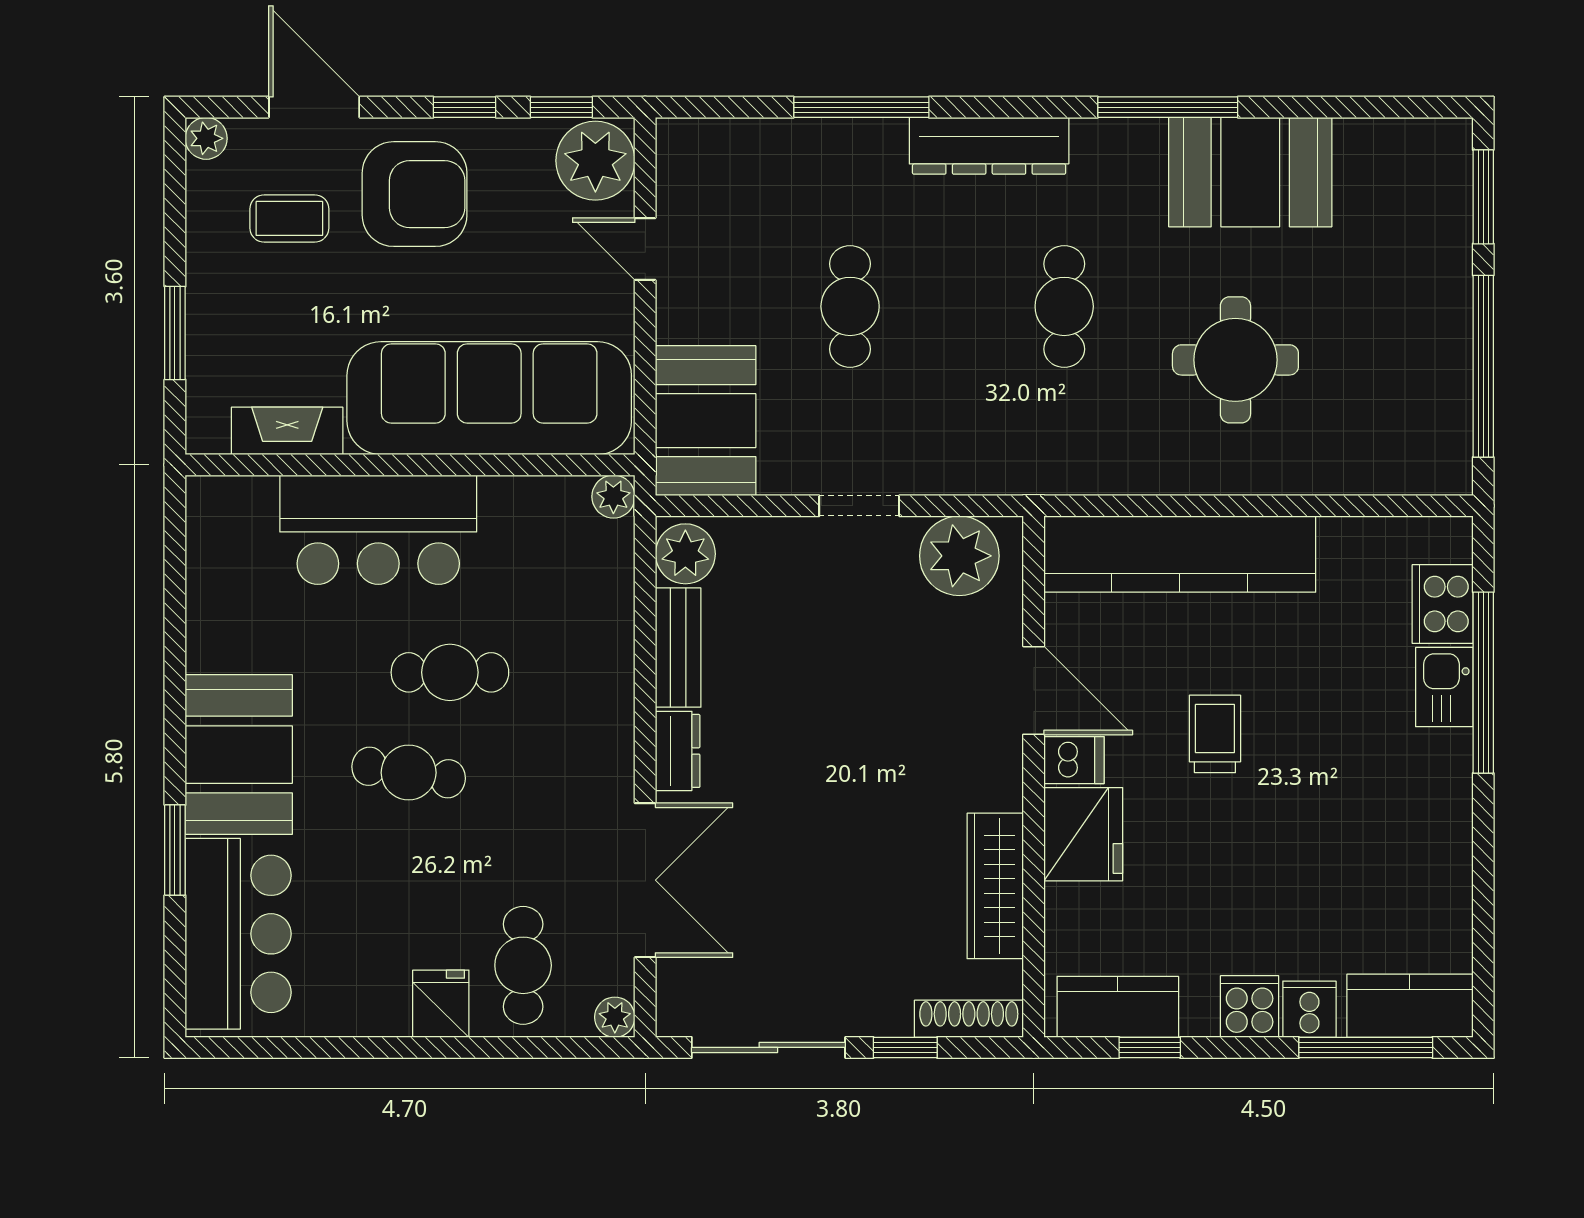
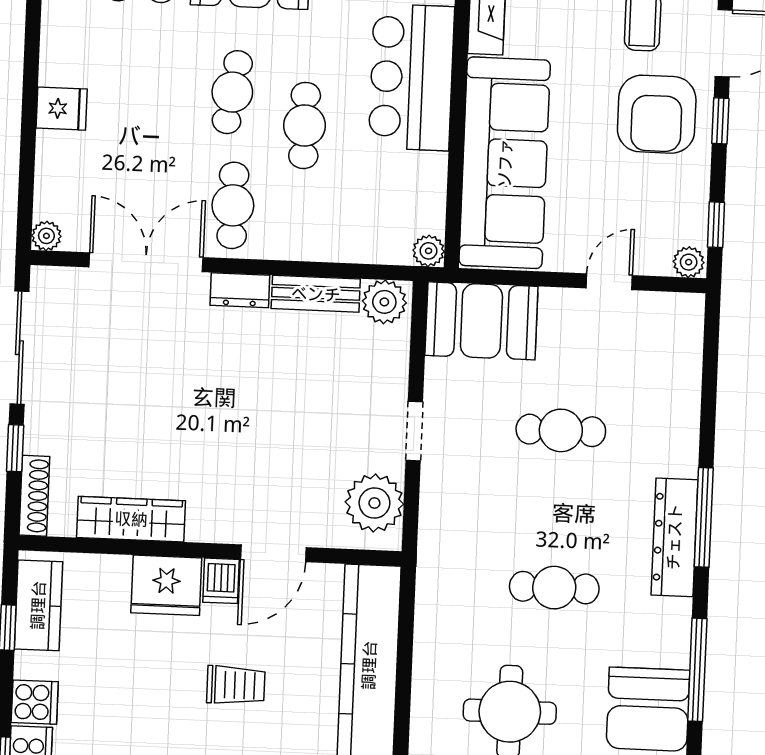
window: (465, 107) -> (720, 121), moved
window: (861, 107) -> (704, 517), moved
plant: (595, 161) -> (689, 262), width x0.53, depth x0.53
double door: (645, 880) -> (146, 262), swing flipped
cafe table: (523, 965) -> (233, 205), moved, turned 90

